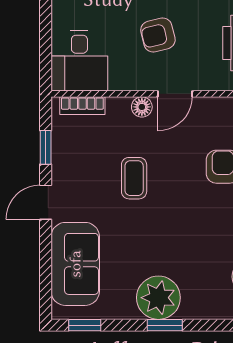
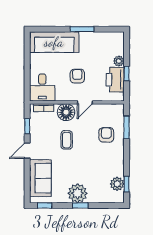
armchair: (158, 35) -> (77, 76), turned 104
floor lamp: (142, 107) -> (66, 112), width x1.89, depth x1.89

